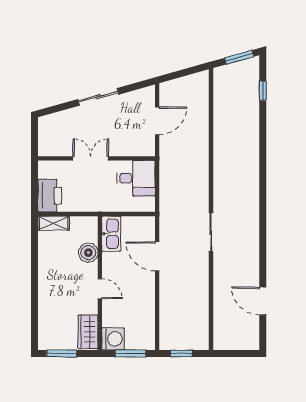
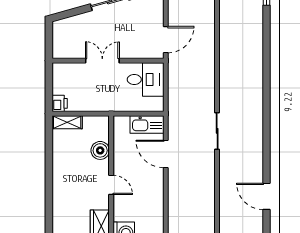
door: (157, 121) -> (166, 40), moved
printer: (50, 196) -> (60, 103), width x0.53, depth x0.68
kitchen sink: (111, 234) -> (147, 124), moved, turned 90

